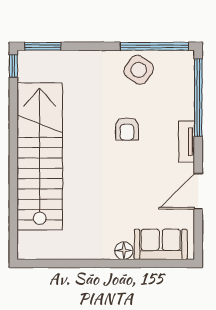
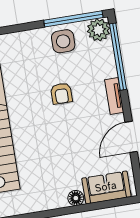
plant: (181, 63) -> (99, 30), added
side table: (139, 70) -> (63, 41), turned -34

